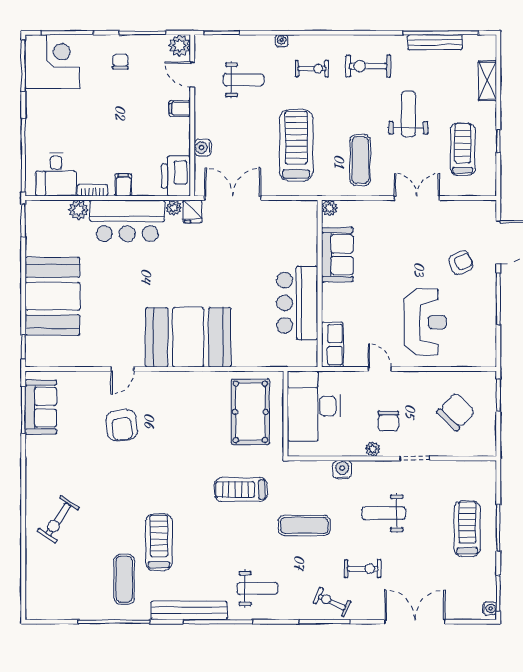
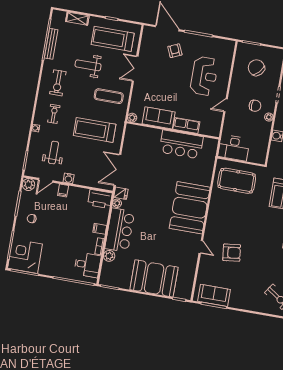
water cooler: (203, 147) -> (69, 178), moved
treadmill: (463, 149) -> (113, 39), width x1.37, depth x1.38
reception desk: (425, 322) -> (204, 76), turned 90
row of seats: (332, 345) -> (186, 125), moved
desk: (314, 406) -> (234, 148), width x0.73, depth x0.77

